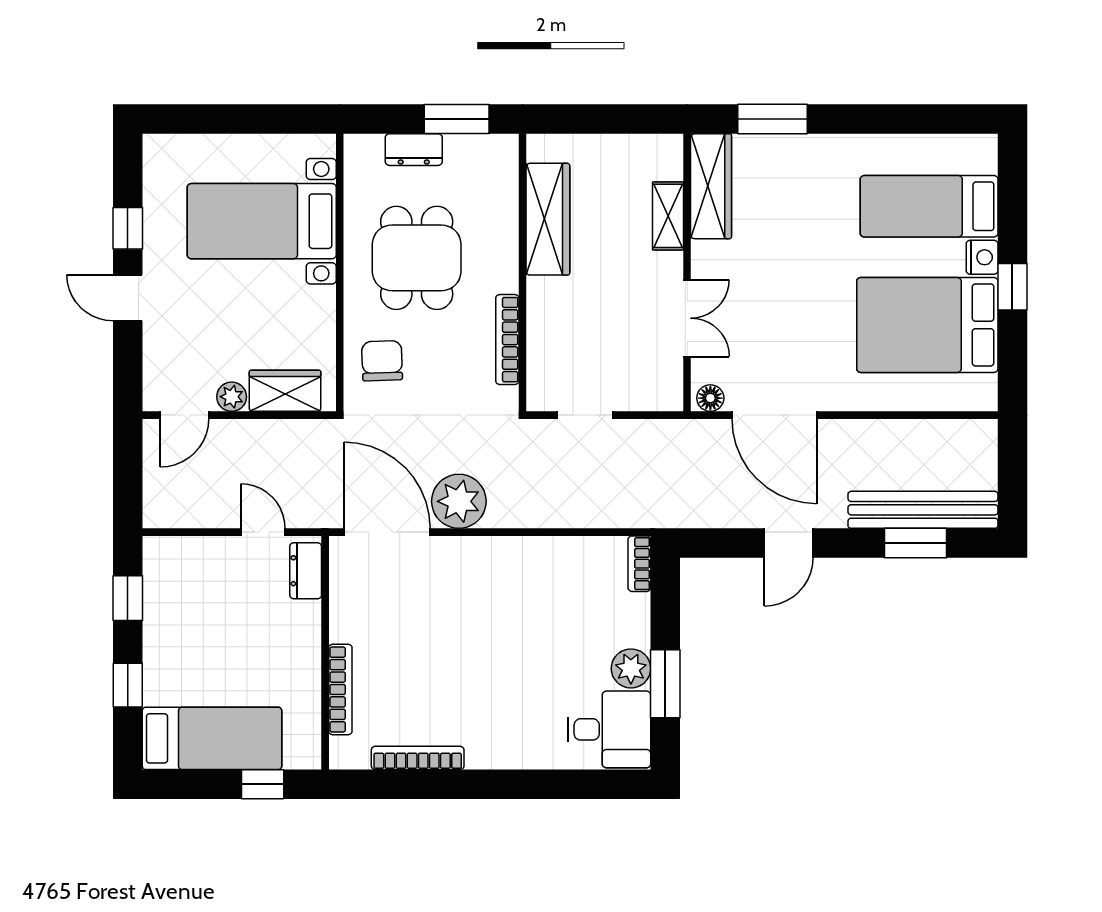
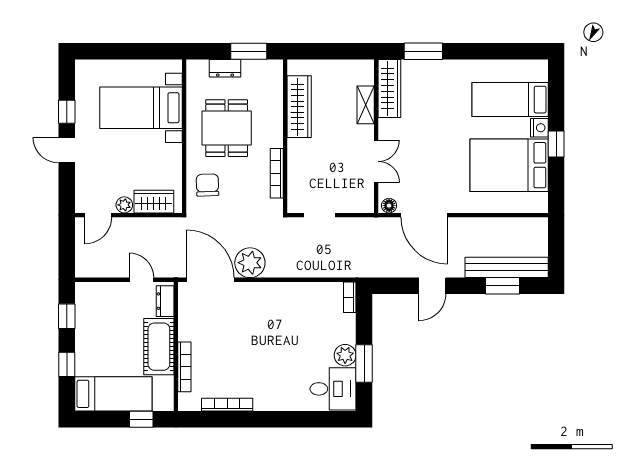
cot: (294, 653) -> (159, 347), added

